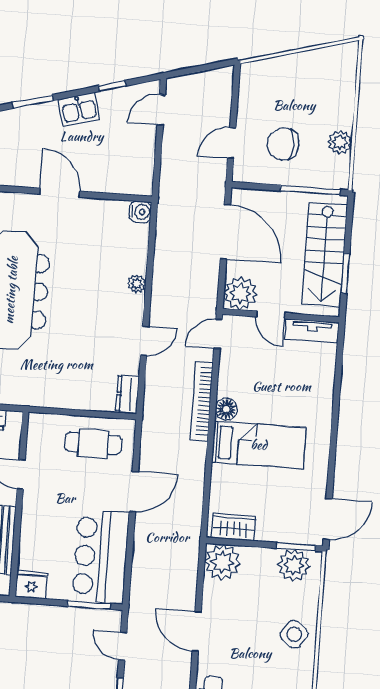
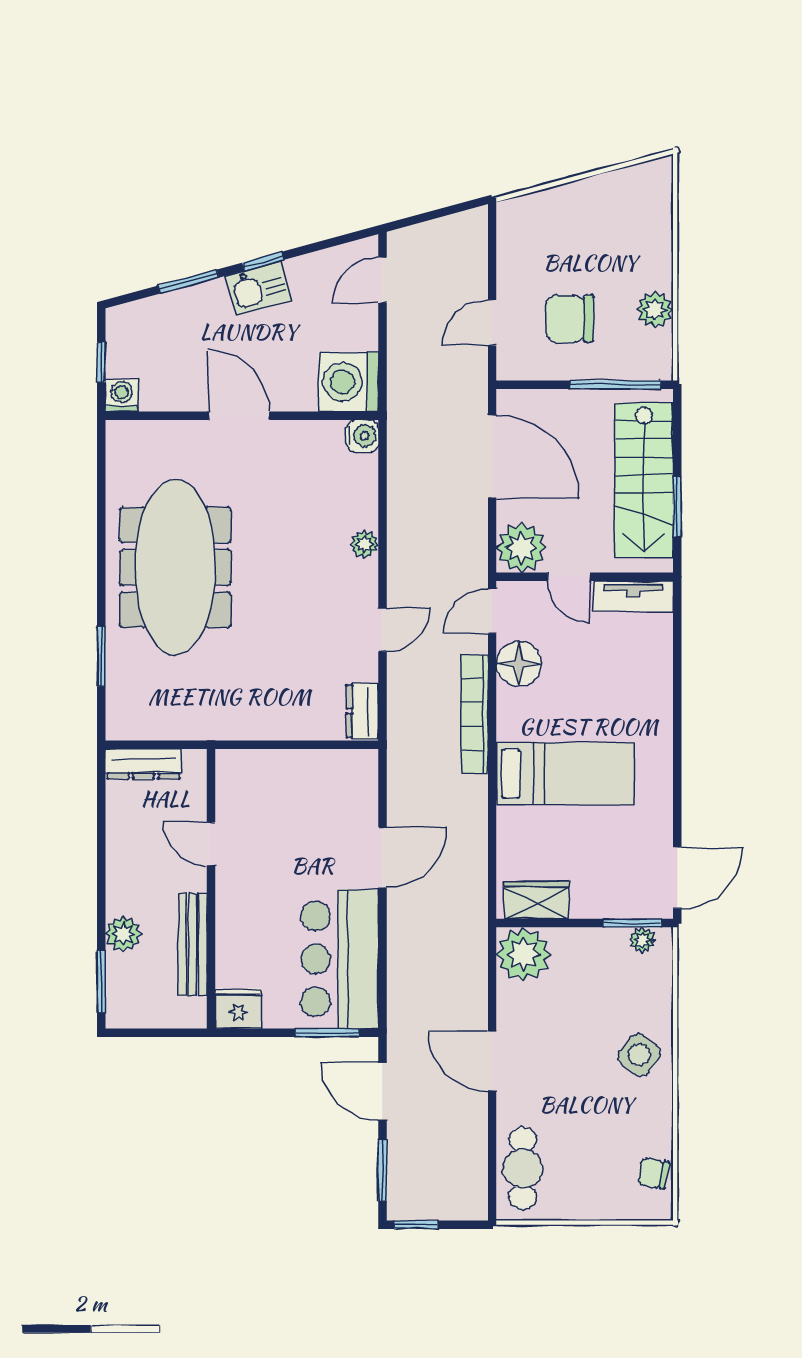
window: (112, 86) -> (263, 261), moved
washing machine: (134, 175) -> (348, 382), added
floor lamp: (226, 409) -> (519, 664), moved, width x1.38, depth x1.38
cafe table: (93, 444) -> (316, 790), removed
plant: (294, 565) -> (642, 940), width x0.53, depth x0.53
door: (123, 646) -> (382, 1091), width x1.38

